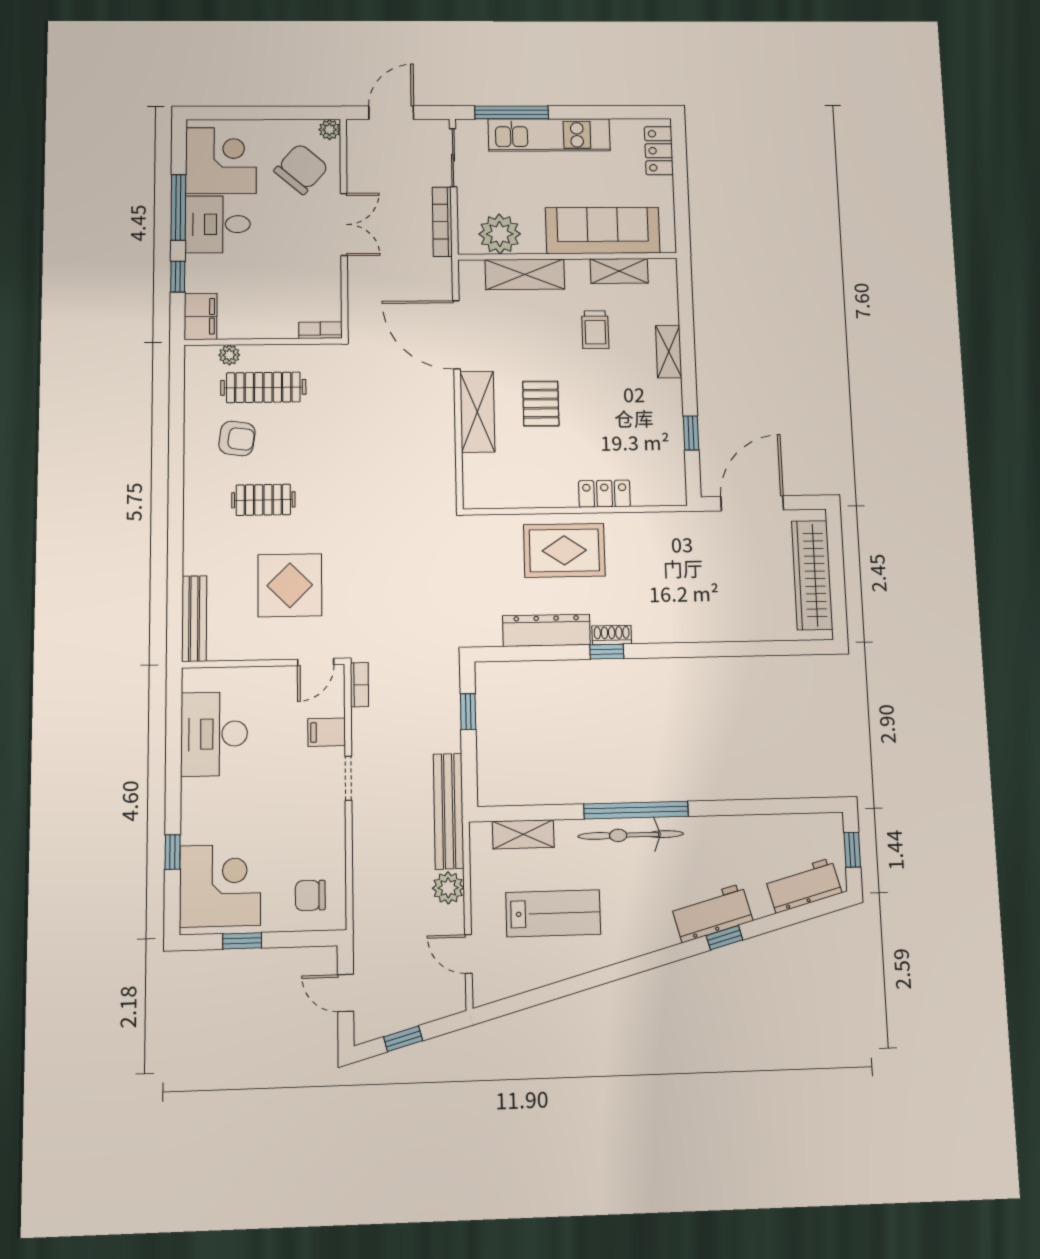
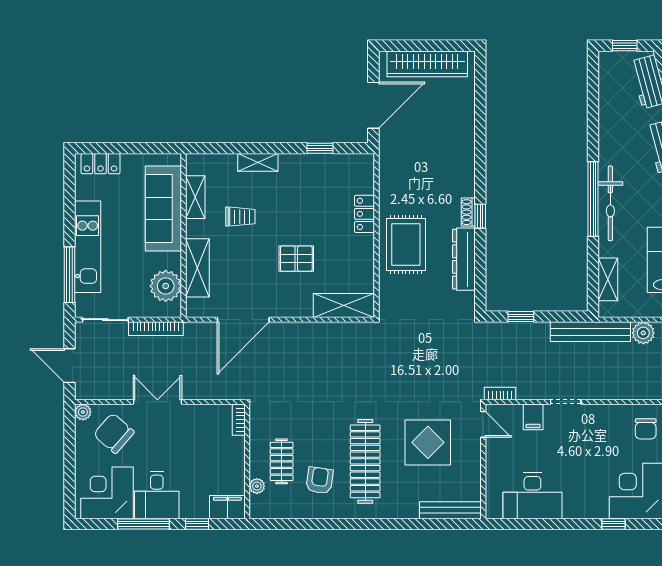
clothes rail: (263, 387) -> (282, 461), width x0.73
shelving: (477, 412) -> (344, 305), moved
clothes rail: (263, 500) -> (365, 461), width x1.86, depth x1.31
door: (752, 503) -> (373, 105), swing flipped

